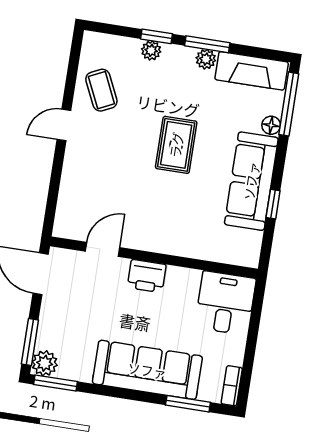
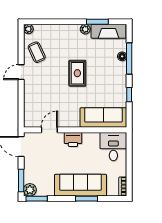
window: (156, 36) -> (59, 22), removed
window: (207, 44) -> (97, 22), moved
plant: (151, 50) -> (28, 29), moved
window: (289, 104) -> (129, 58), moved
sofa: (251, 181) -> (103, 117), moved, turned 90
window: (188, 404) -> (86, 199), moved

